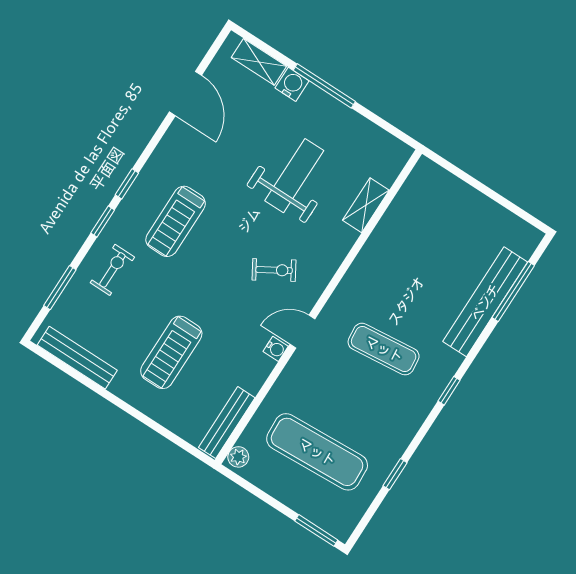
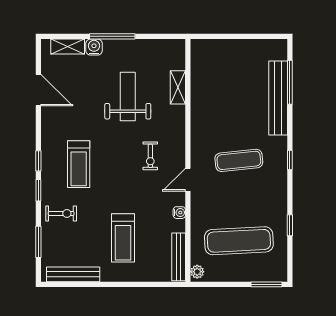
exercise bike: (112, 270) -> (61, 213), turned 90
exercise bike: (274, 270) -> (150, 156), turned 121
water cooler: (276, 349) -> (179, 213), moved

